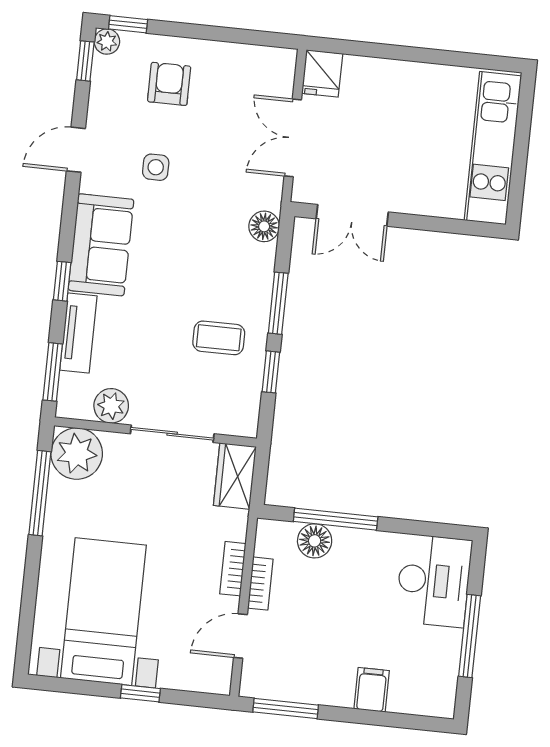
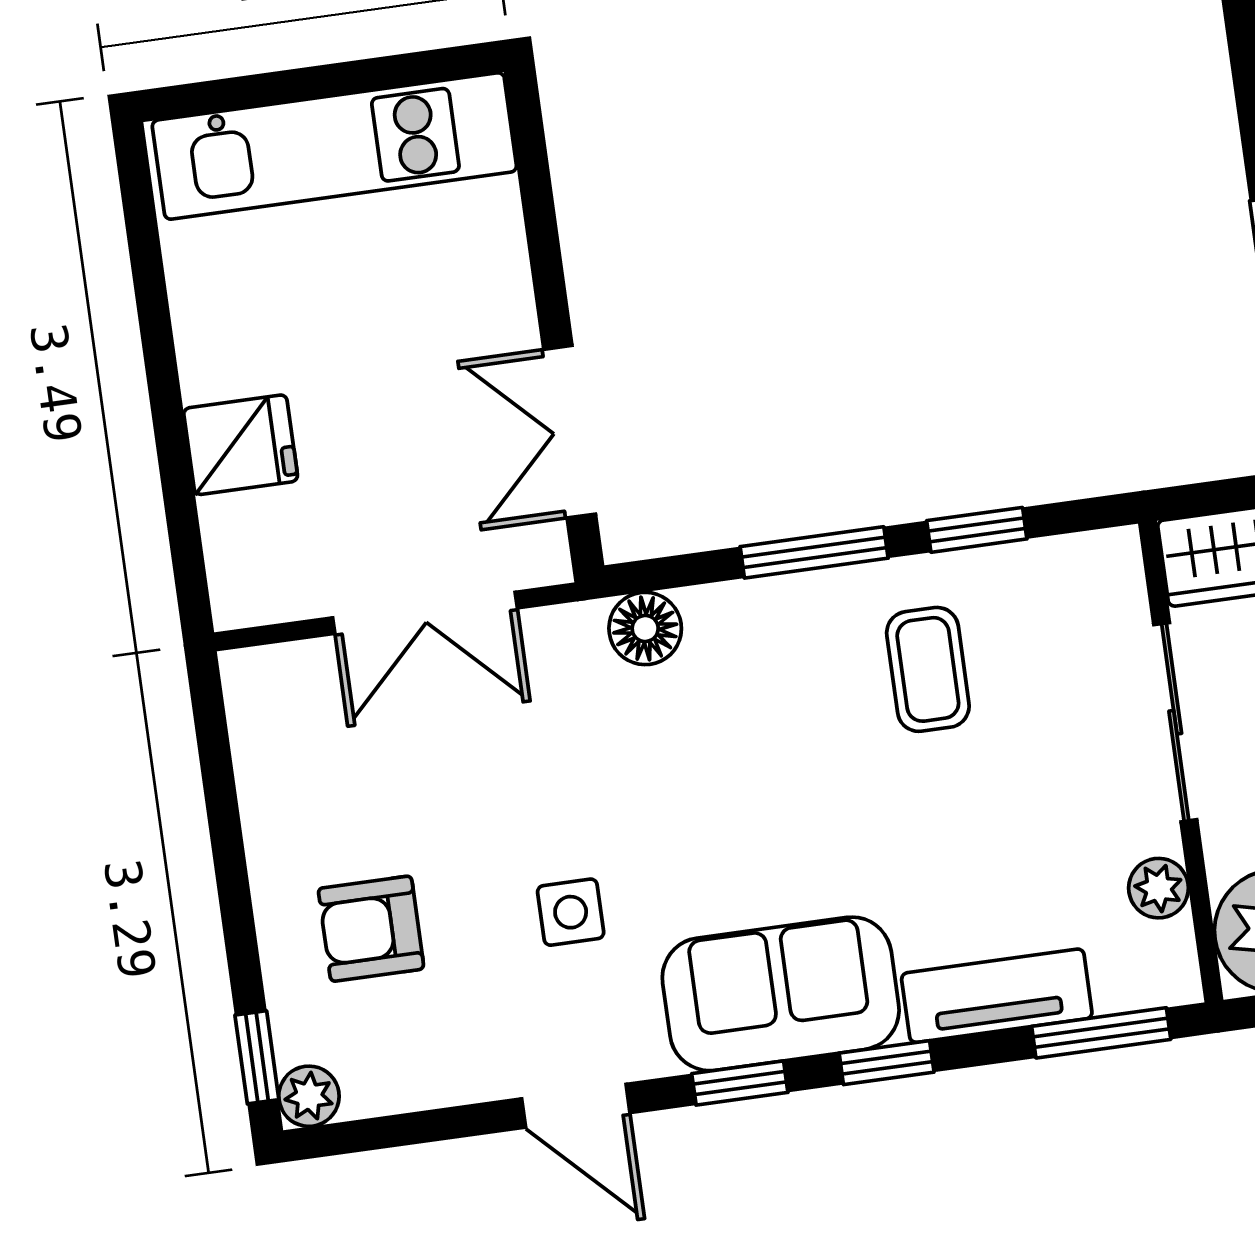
window: (85, 61) -> (740, 1083), moved
fridge: (322, 73) -> (241, 445), moved
double door: (352, 215) -> (570, 432), swing flipped
plant: (111, 406) -> (1159, 888), width x0.73, depth x0.73

